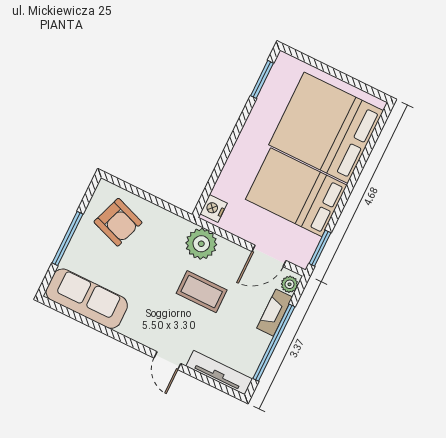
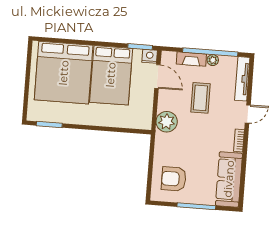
nightstand: (214, 208) -> (150, 56), moved, turned 180
armchair: (118, 222) -> (174, 179), turned -110
plant: (290, 284) -> (213, 60), moved
coffee table: (202, 292) -> (200, 98), moved
bookcase: (135, 334) -> (239, 140), added

